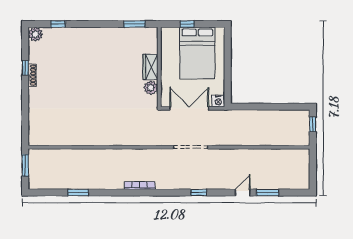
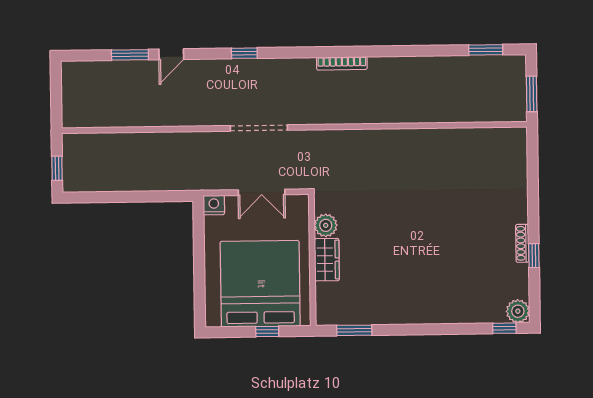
window: (58, 24) -> (504, 328), moved
bed: (197, 53) -> (260, 284), width x1.36
double door: (189, 108) -> (262, 192), width x0.73
window: (78, 192) -> (486, 50), moved

